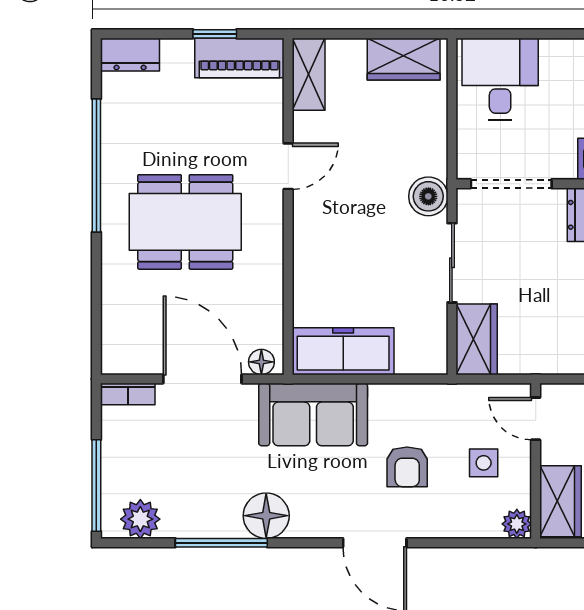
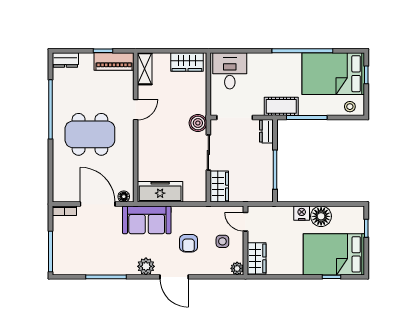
floor lamp: (266, 516) -> (126, 265), removed
plant: (140, 519) -> (146, 266), moved

